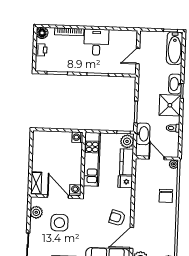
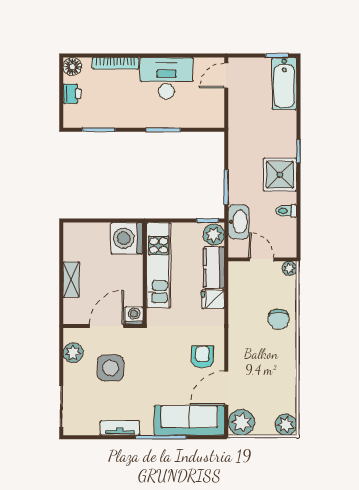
desk: (96, 42) -> (166, 78), width x1.37
door: (138, 56) -> (226, 76), moved
washbasin: (175, 84) -> (287, 141), removed
washing machine: (77, 137) -> (127, 238), width x1.89, depth x1.89
shelving: (36, 183) -> (71, 280), moved
door: (58, 196) -> (107, 326), hinge flipped
armchair: (117, 218) -> (202, 357), turned 75

